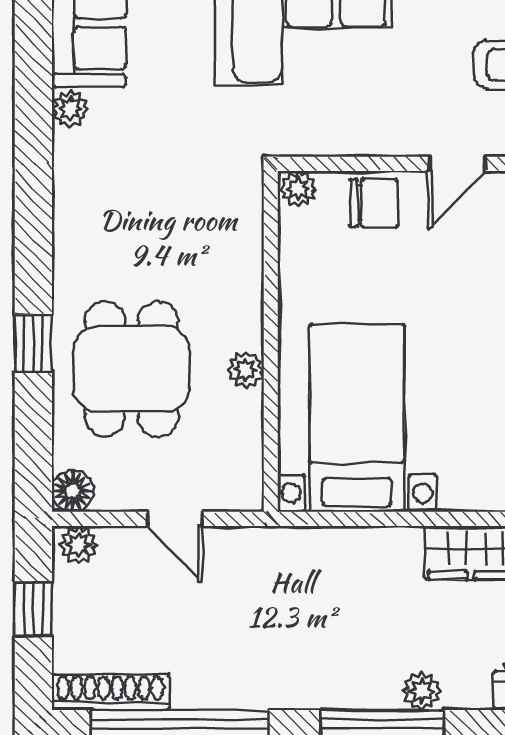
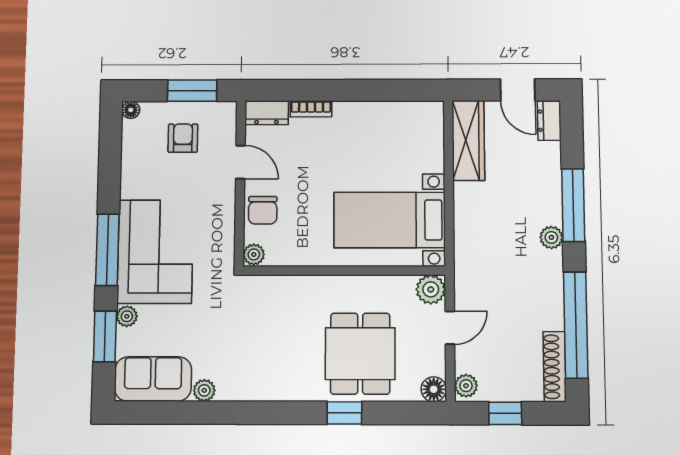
chair: (374, 203) -> (263, 210), turned 180
dining table: (132, 369) -> (360, 354), turned 90
plant: (246, 370) -> (431, 289), moved, width x1.38, depth x1.38
plant: (422, 691) -> (551, 237), moved

